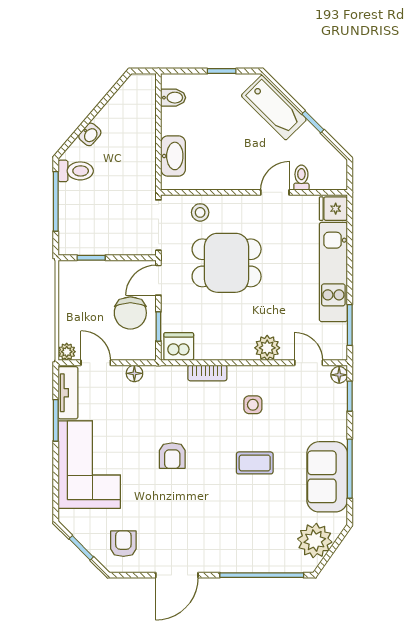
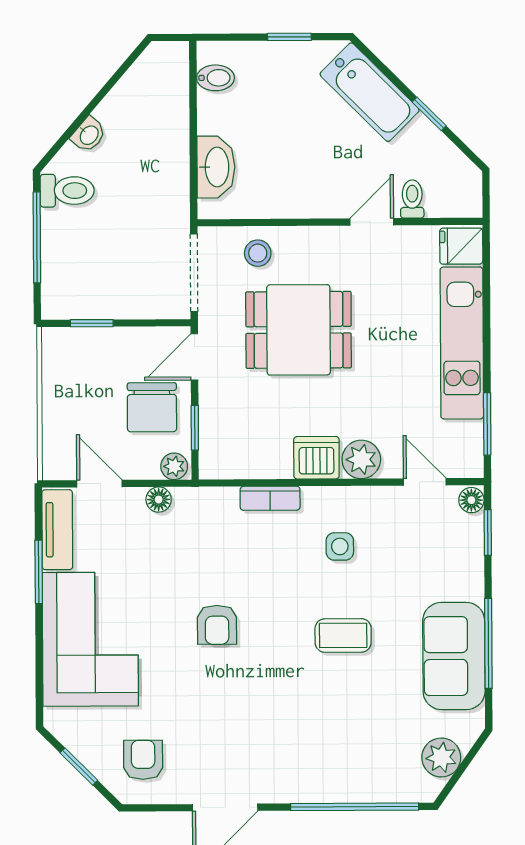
dishwasher: (179, 347) -> (316, 458), moved
plant: (67, 352) -> (174, 466), moved
plant: (315, 541) -> (441, 757), width x0.73, depth x0.73

